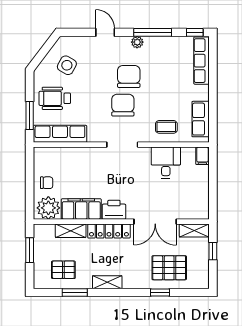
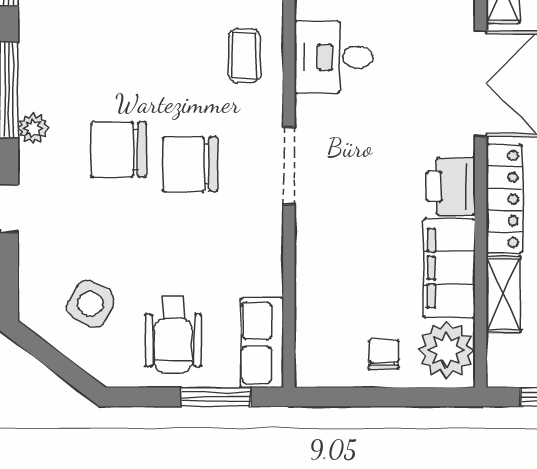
row of seats: (60, 134) -> (262, 343), width x0.68

